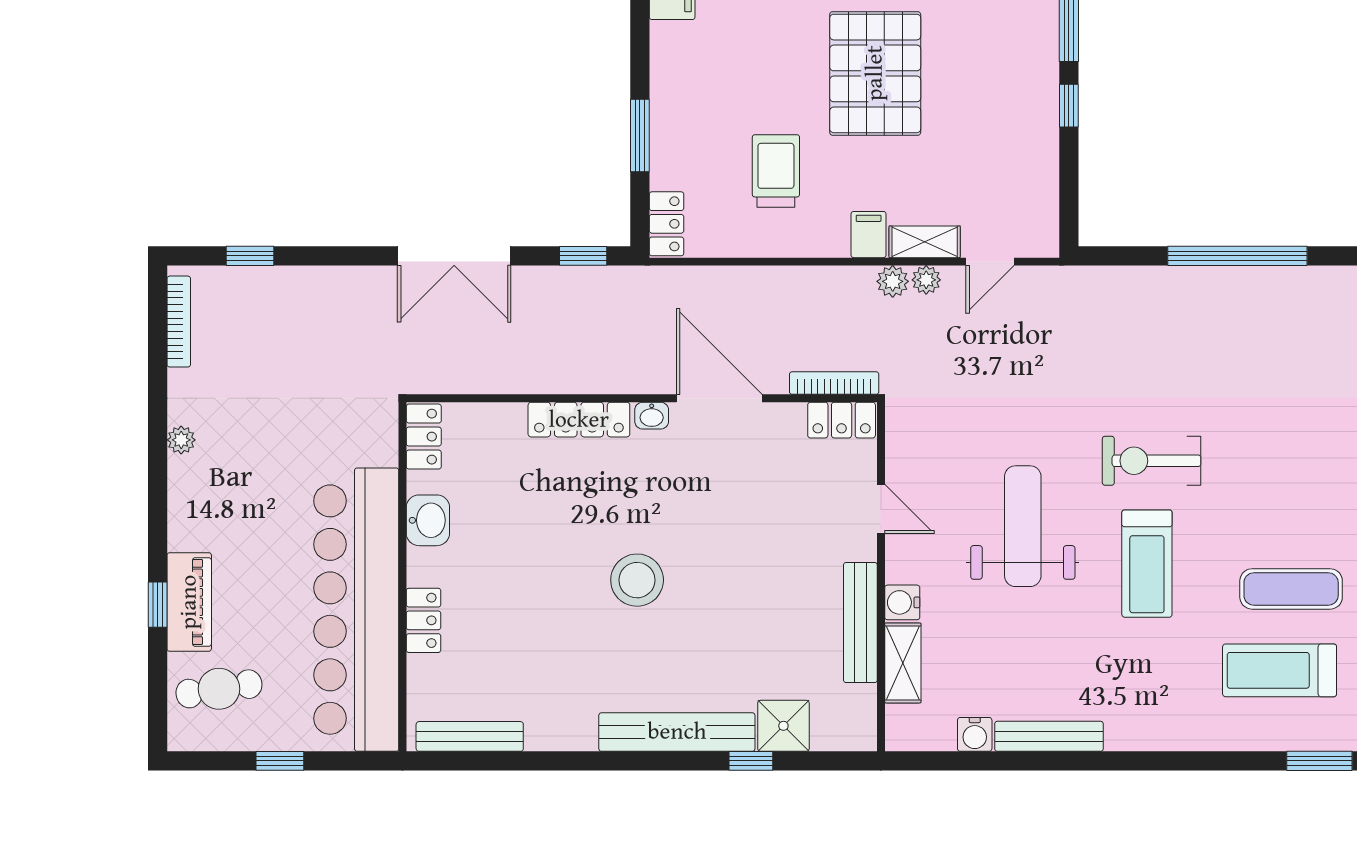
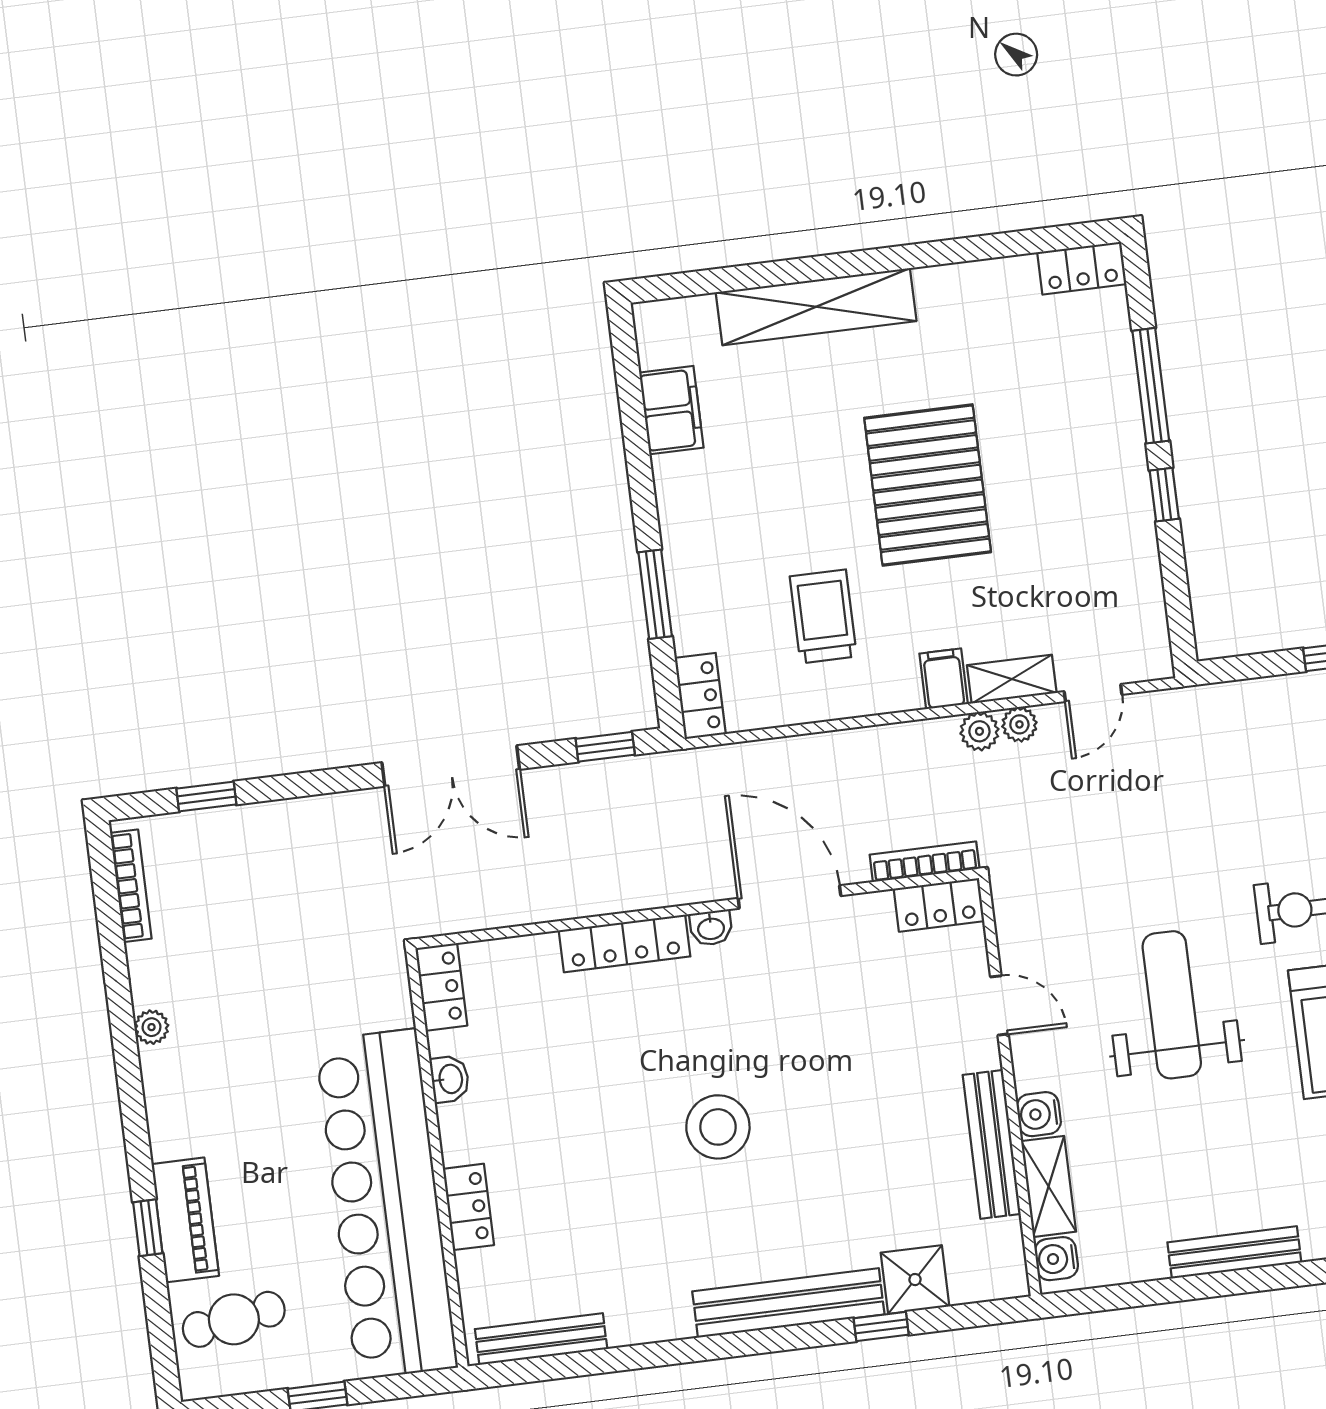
washbasin: (428, 520) -> (450, 1079), width x0.72, depth x0.69
water cooler: (975, 734) -> (1056, 1259), moved, turned 90

